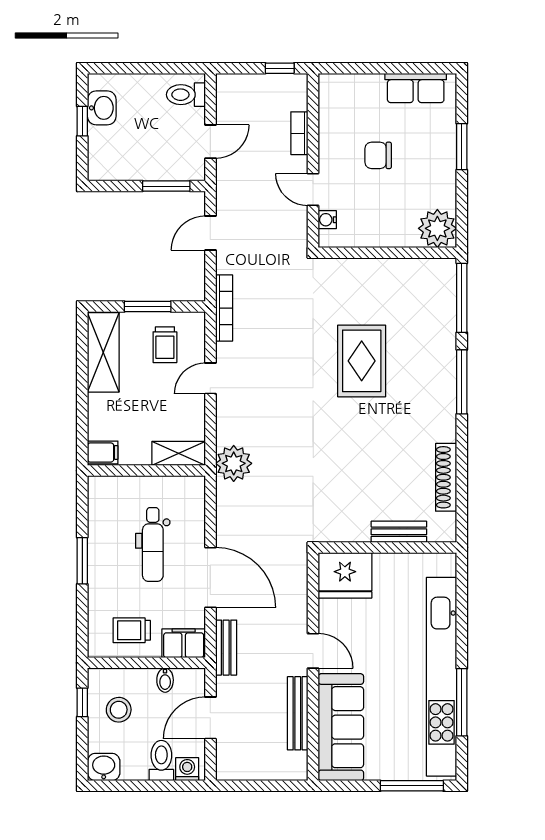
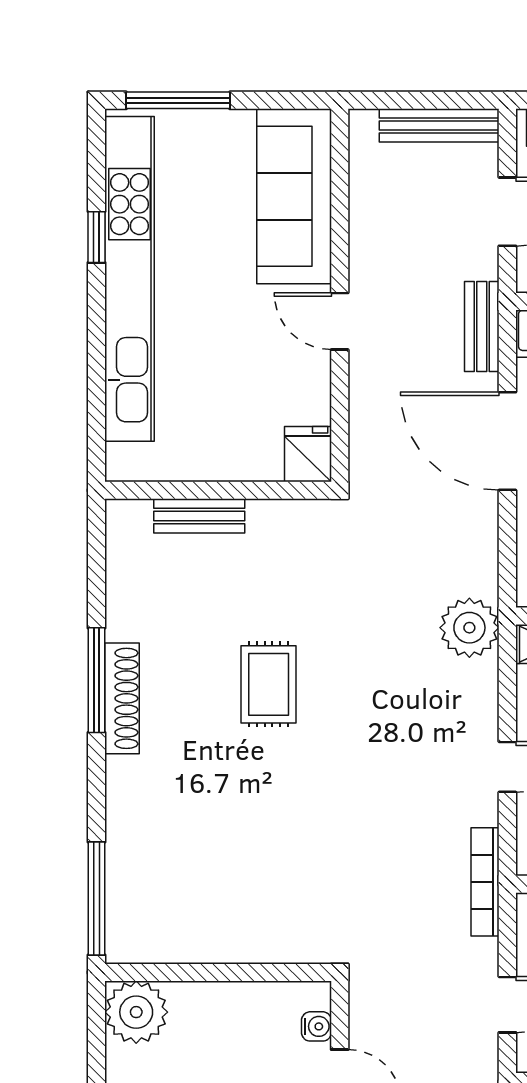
rug: (362, 361) -> (269, 684), moved, width x0.73, depth x0.70
window: (462, 382) -> (96, 680), moved
shoe rack: (446, 477) -> (122, 698), moved
fridge: (345, 575) -> (308, 454), width x0.53, depth x0.75
window: (462, 702) -> (96, 237), width x0.46
bench: (298, 713) -> (439, 125), moved, turned 90

